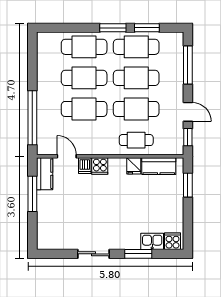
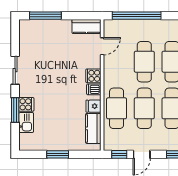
cafe table: (136, 140) -> (117, 108), width x1.37, depth x1.35
dishwasher: (85, 166) -> (94, 89), moved
window: (188, 185) -> (58, 154), moved
window: (32, 194) -> (45, 16), moved
cooker: (173, 241) -> (26, 104), moved

